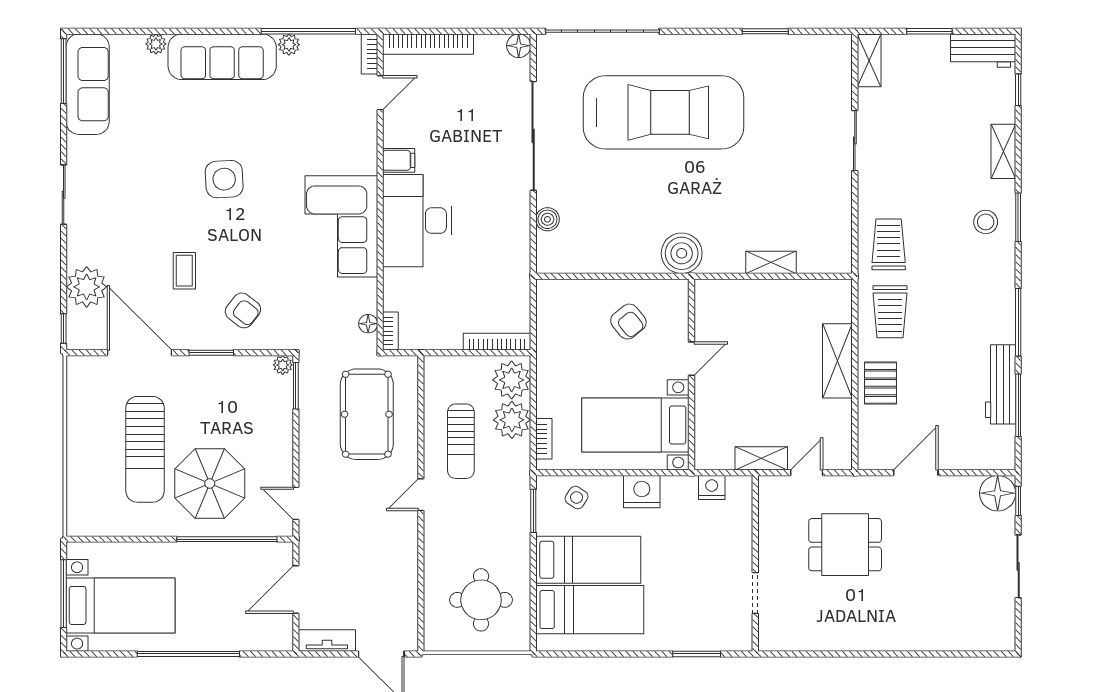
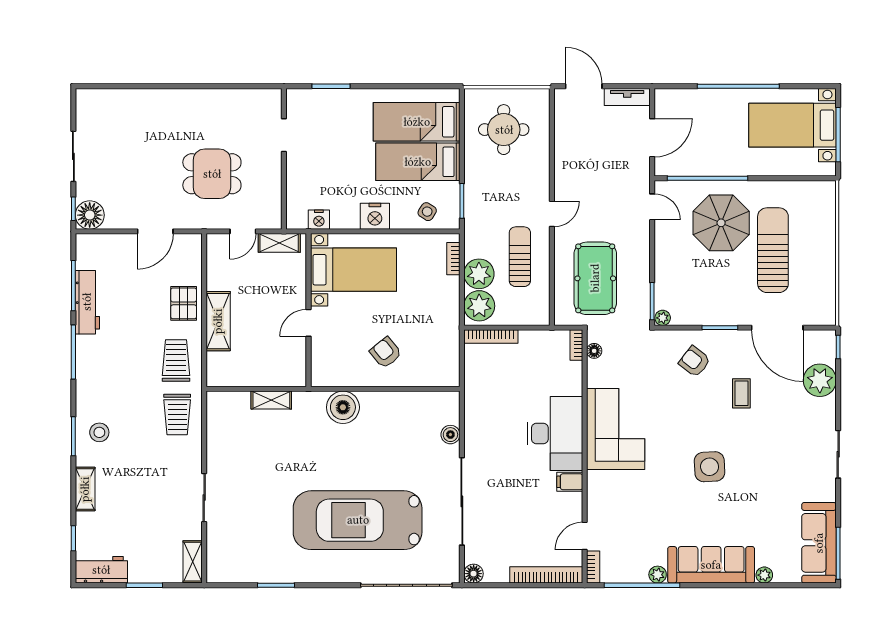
door: (691, 359) -> (308, 323), moved
wall: (691, 374) -> (308, 310), moved
bed with nightstands: (635, 425) -> (353, 270), moved

